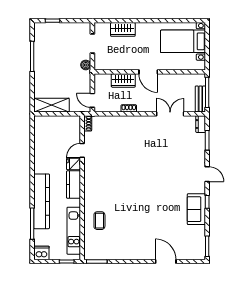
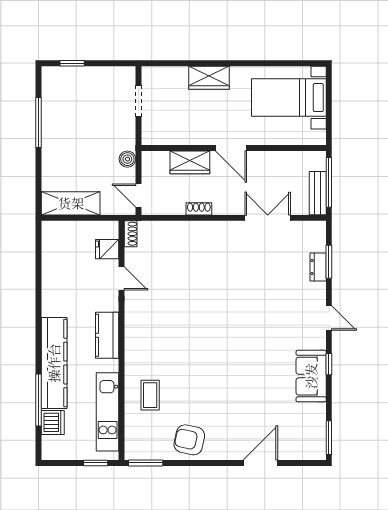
wardrobe: (123, 29) -> (209, 78), moved
boiler: (86, 65) -> (127, 159), moved
dresser: (201, 124) -> (318, 267), moved
door: (82, 150) -> (121, 278), swing flipped
fridge: (73, 164) -> (107, 249), moved
armchair: (123, 248) -> (189, 440), added
dishwasher: (42, 253) -> (53, 422), moved, turned 90
door: (166, 261) -> (260, 463), hinge flipped

